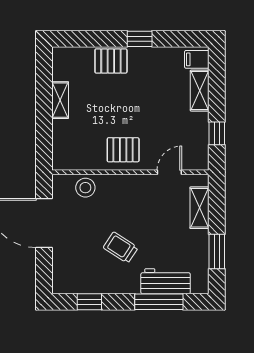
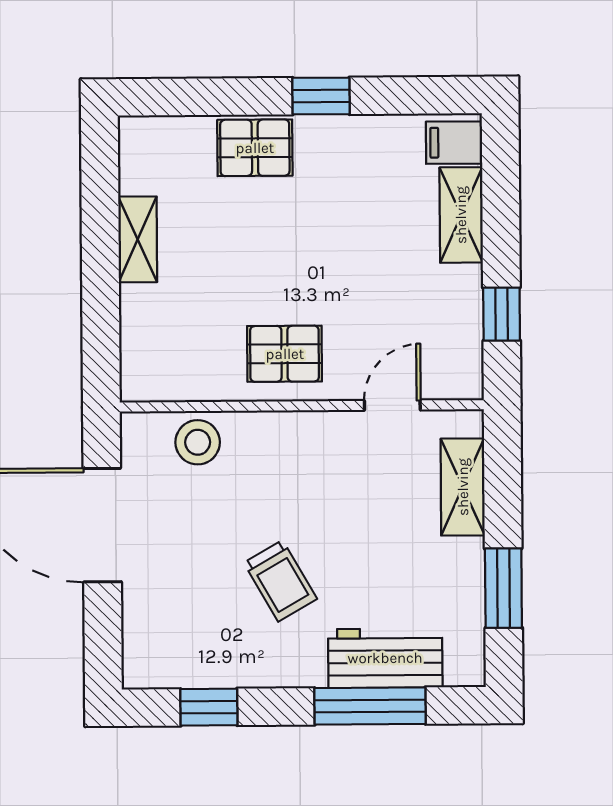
trolley: (121, 248) -> (280, 581), turned -153

